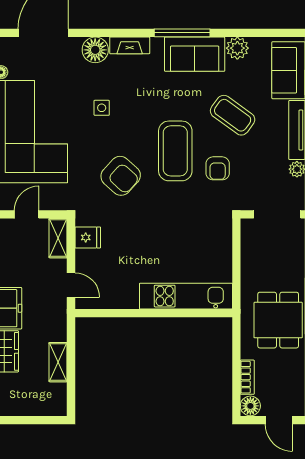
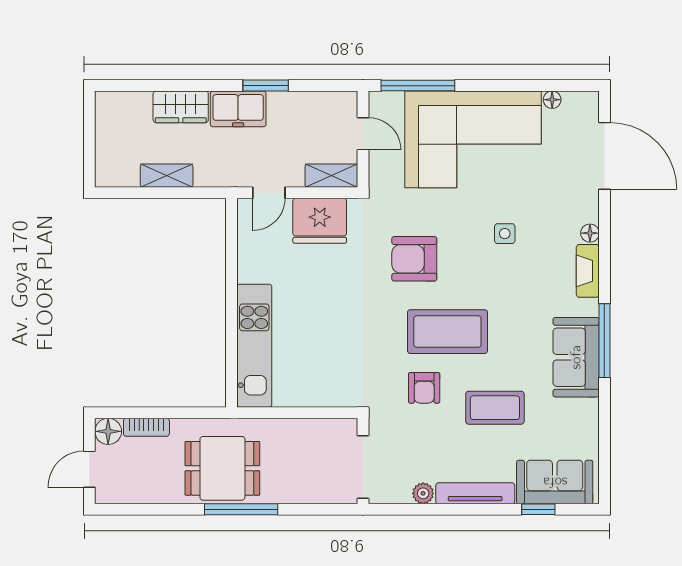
plant: (237, 48) -> (584, 414), removed
floor lamp: (95, 50) -> (590, 233), width x0.53, depth x0.53
coffee table: (233, 115) -> (495, 408), turned 54
armchair: (218, 168) -> (424, 388), turned -90
armchair: (121, 176) -> (414, 259), turned 48
fridge: (88, 237) -> (320, 221), width x1.88, depth x1.34

